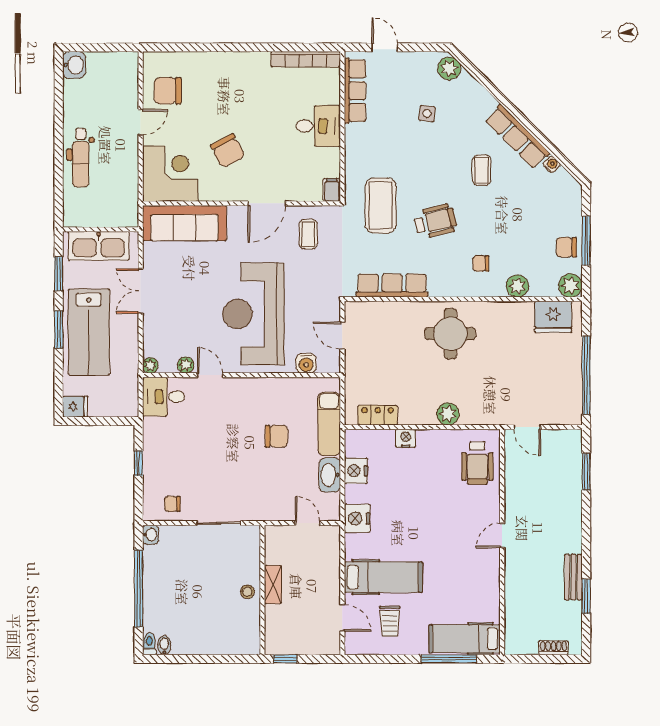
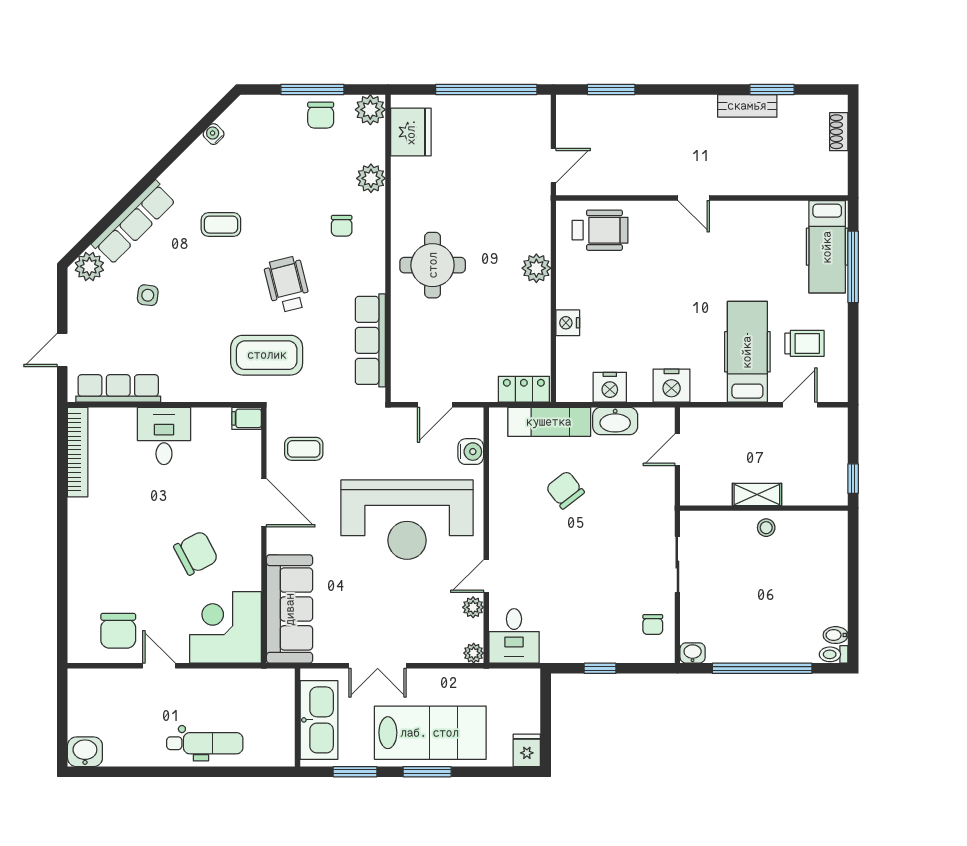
row of seats: (517, 137) -> (134, 222), moved
locker: (378, 415) -> (524, 389), moved, turned 90
chair: (276, 436) -> (565, 490), turned -38

